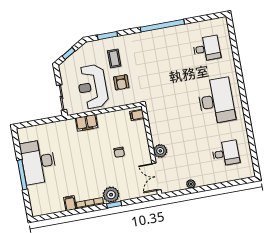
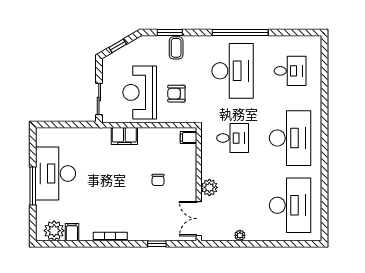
desk: (162, 57) -> (233, 71), added
coffee table: (114, 58) -> (176, 48), moved
armchair: (121, 82) -> (176, 94), turned 90
desk: (171, 109) -> (233, 138), added
desk: (226, 153) -> (290, 205), width x1.87, depth x1.30
plant: (111, 195) -> (54, 231), moved
filing cabinet: (70, 203) -> (72, 232), moved
window: (114, 205) -> (157, 244), moved

